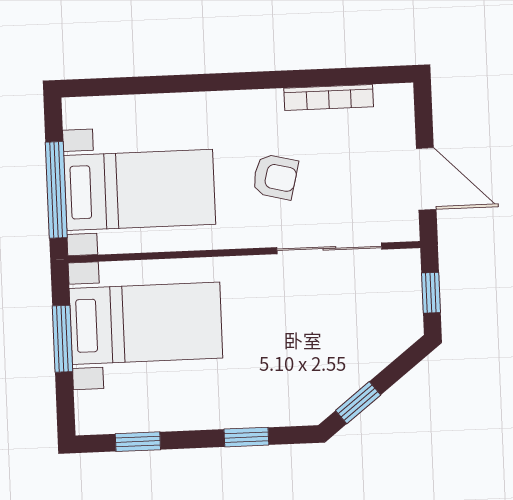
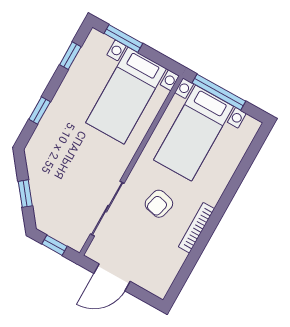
bookcase: (329, 98) -> (196, 228), moved
window: (62, 339) -> (123, 38), moved
window: (358, 403) -> (25, 194), moved

